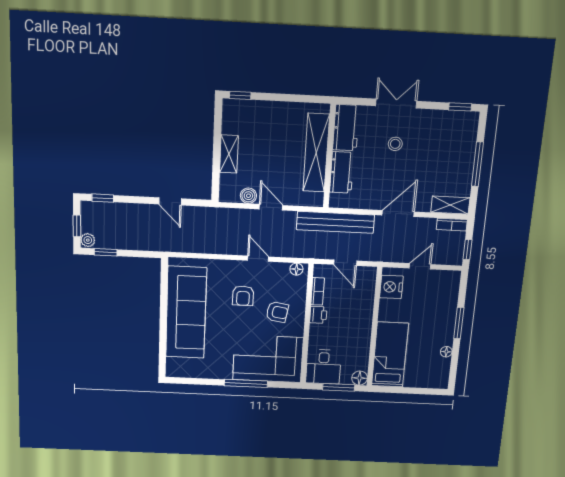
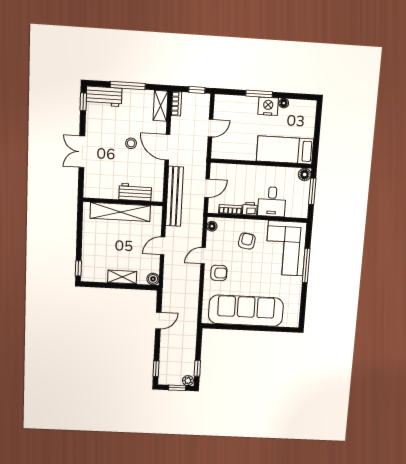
workbench: (346, 128) -> (104, 96), moved, turned 180
stool: (395, 144) -> (131, 143), moved
boiler: (248, 196) -> (153, 279), moved
door: (420, 266) -> (211, 128), swing flipped
nightstand: (391, 287) -> (268, 106), moved, turned 180
armchair: (243, 296) -> (219, 273), moved
desk: (323, 367) -> (272, 202), moved, turned 90

